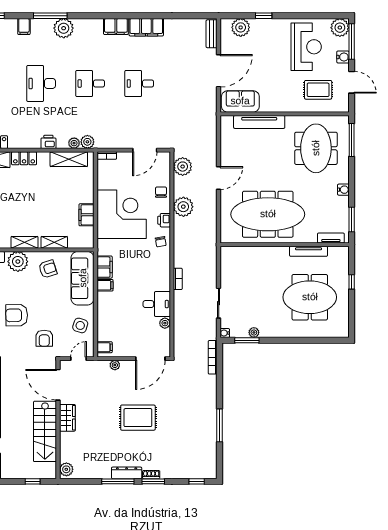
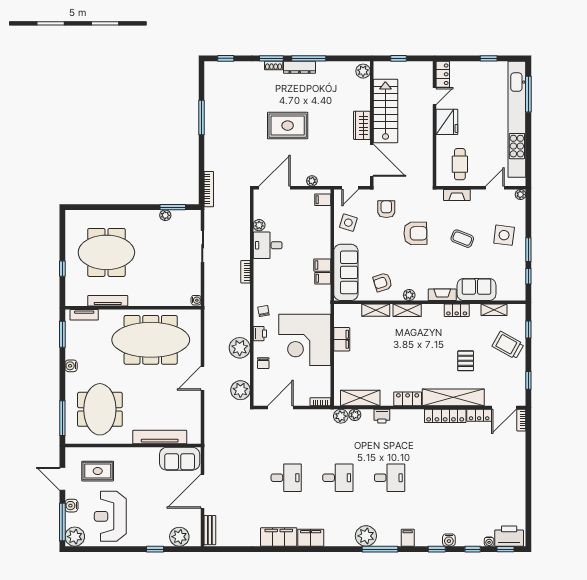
desk: (41, 83) -> (390, 478), width x0.73
plant: (18, 262) -> (409, 295), width x0.53, depth x0.53
filing cabinet: (105, 267) -> (323, 278), width x0.50
water cooler: (225, 333) -> (196, 300), moved

